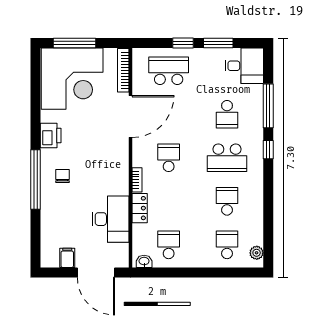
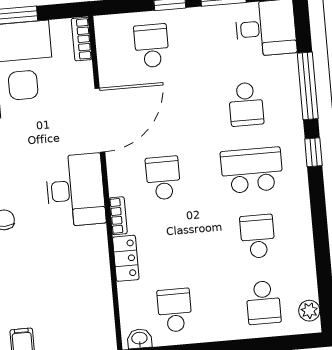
bookcase: (123, 70) -> (82, 39), width x0.64
school desk: (169, 71) -> (152, 46), width x0.54
school desk: (227, 158) -> (252, 170), turned 180
desk: (111, 219) -> (75, 190), moved
school desk: (227, 245) -> (263, 302), turned 180

